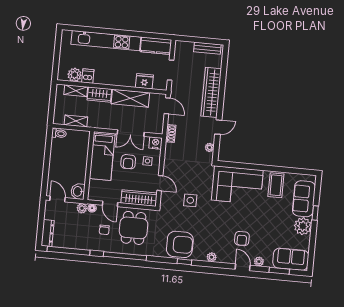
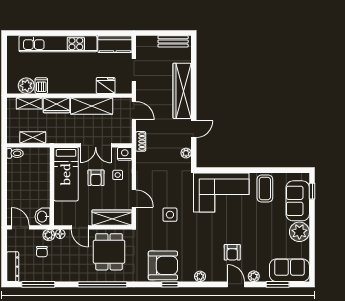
window: (315, 213) -> (312, 191), moved
chair: (104, 230) -> (42, 252), moved
window: (68, 251) -> (38, 284), width x0.68

